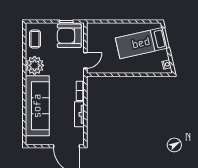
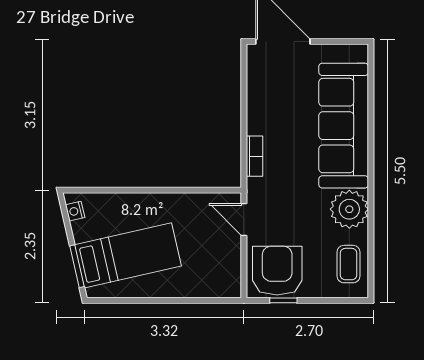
armchair: (69, 36) -> (277, 271), turned -90
door: (85, 60) -> (244, 219), hinge flipped
tv unit: (79, 114) -> (256, 108), removed

